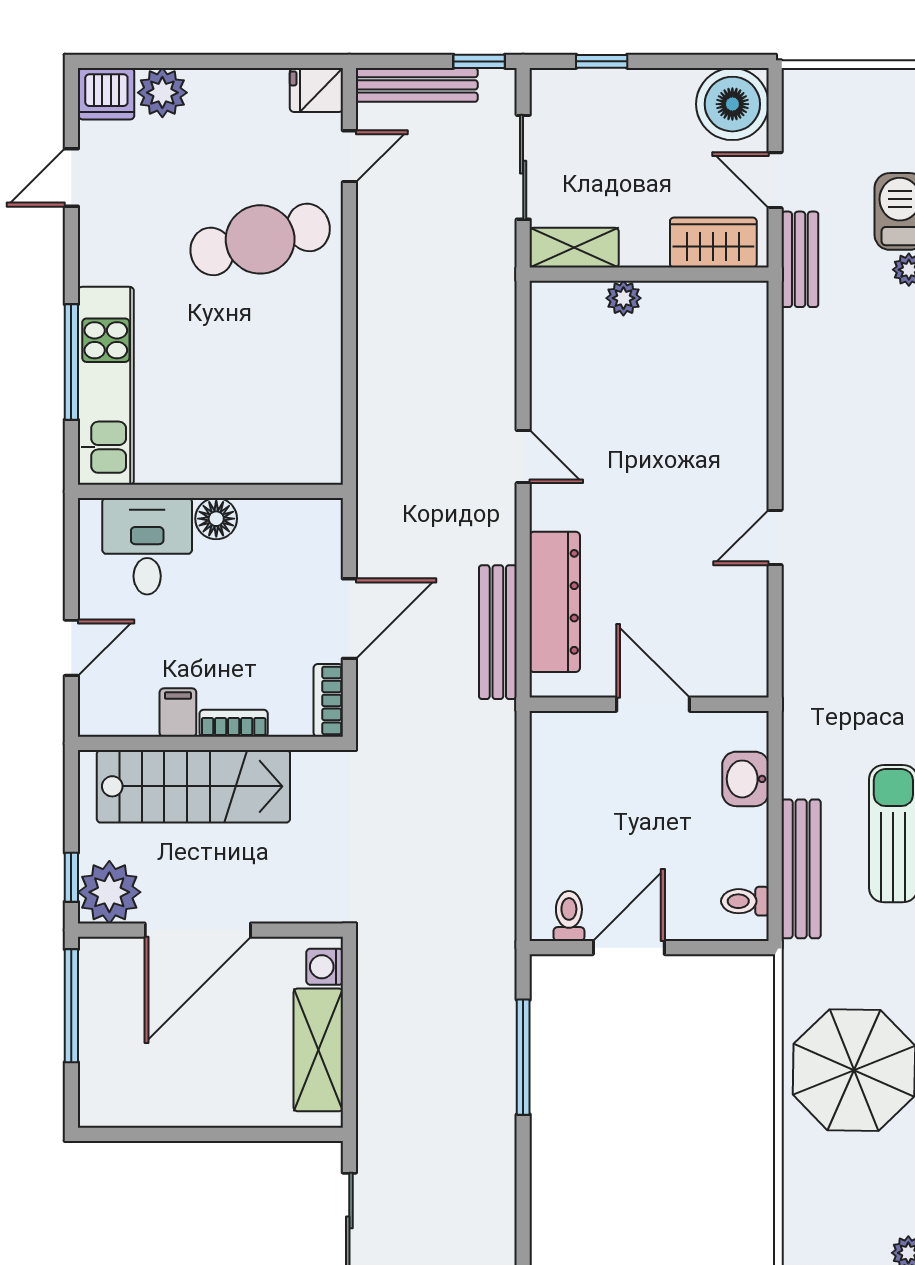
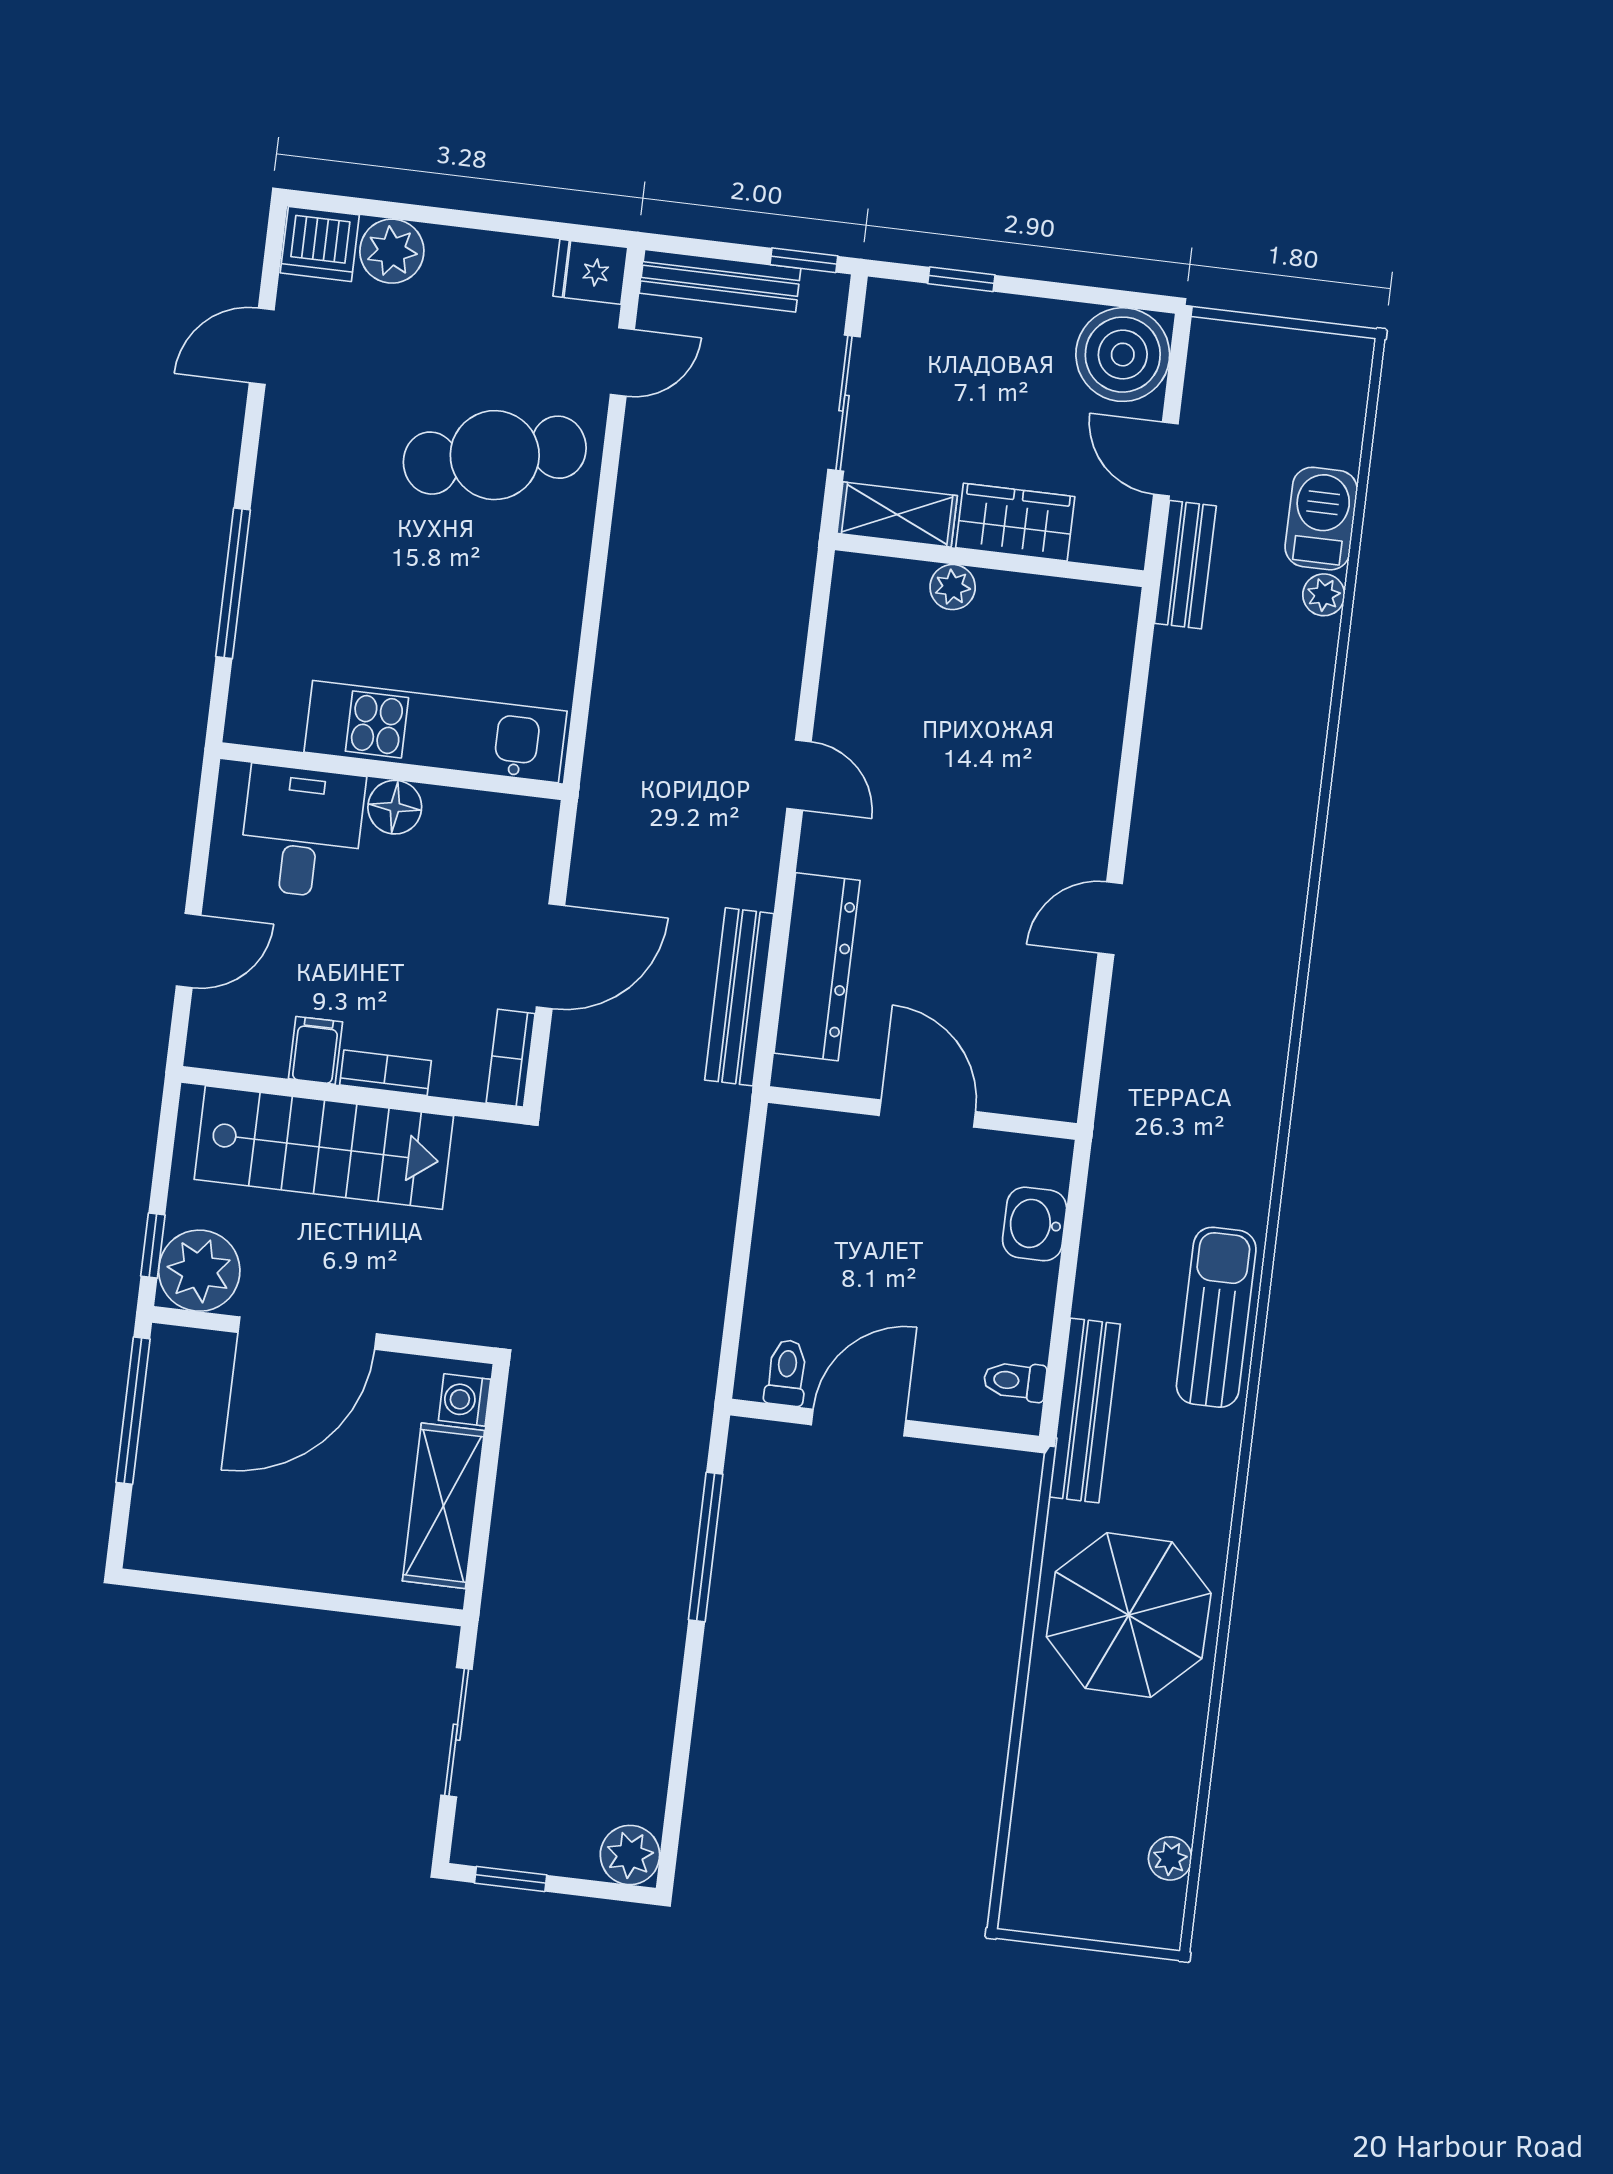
wardrobe: (713, 243) -> (1015, 522), moved
kitchen unit: (106, 386) -> (435, 732), moved, turned -90
bench: (801, 869) -> (1085, 1410), moved

